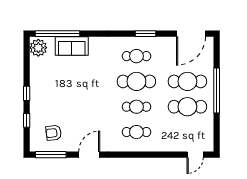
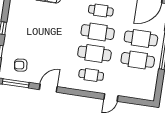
cafe table: (136, 107) -> (94, 53), width x1.37, depth x1.35
door: (195, 155) -> (111, 97), moved

